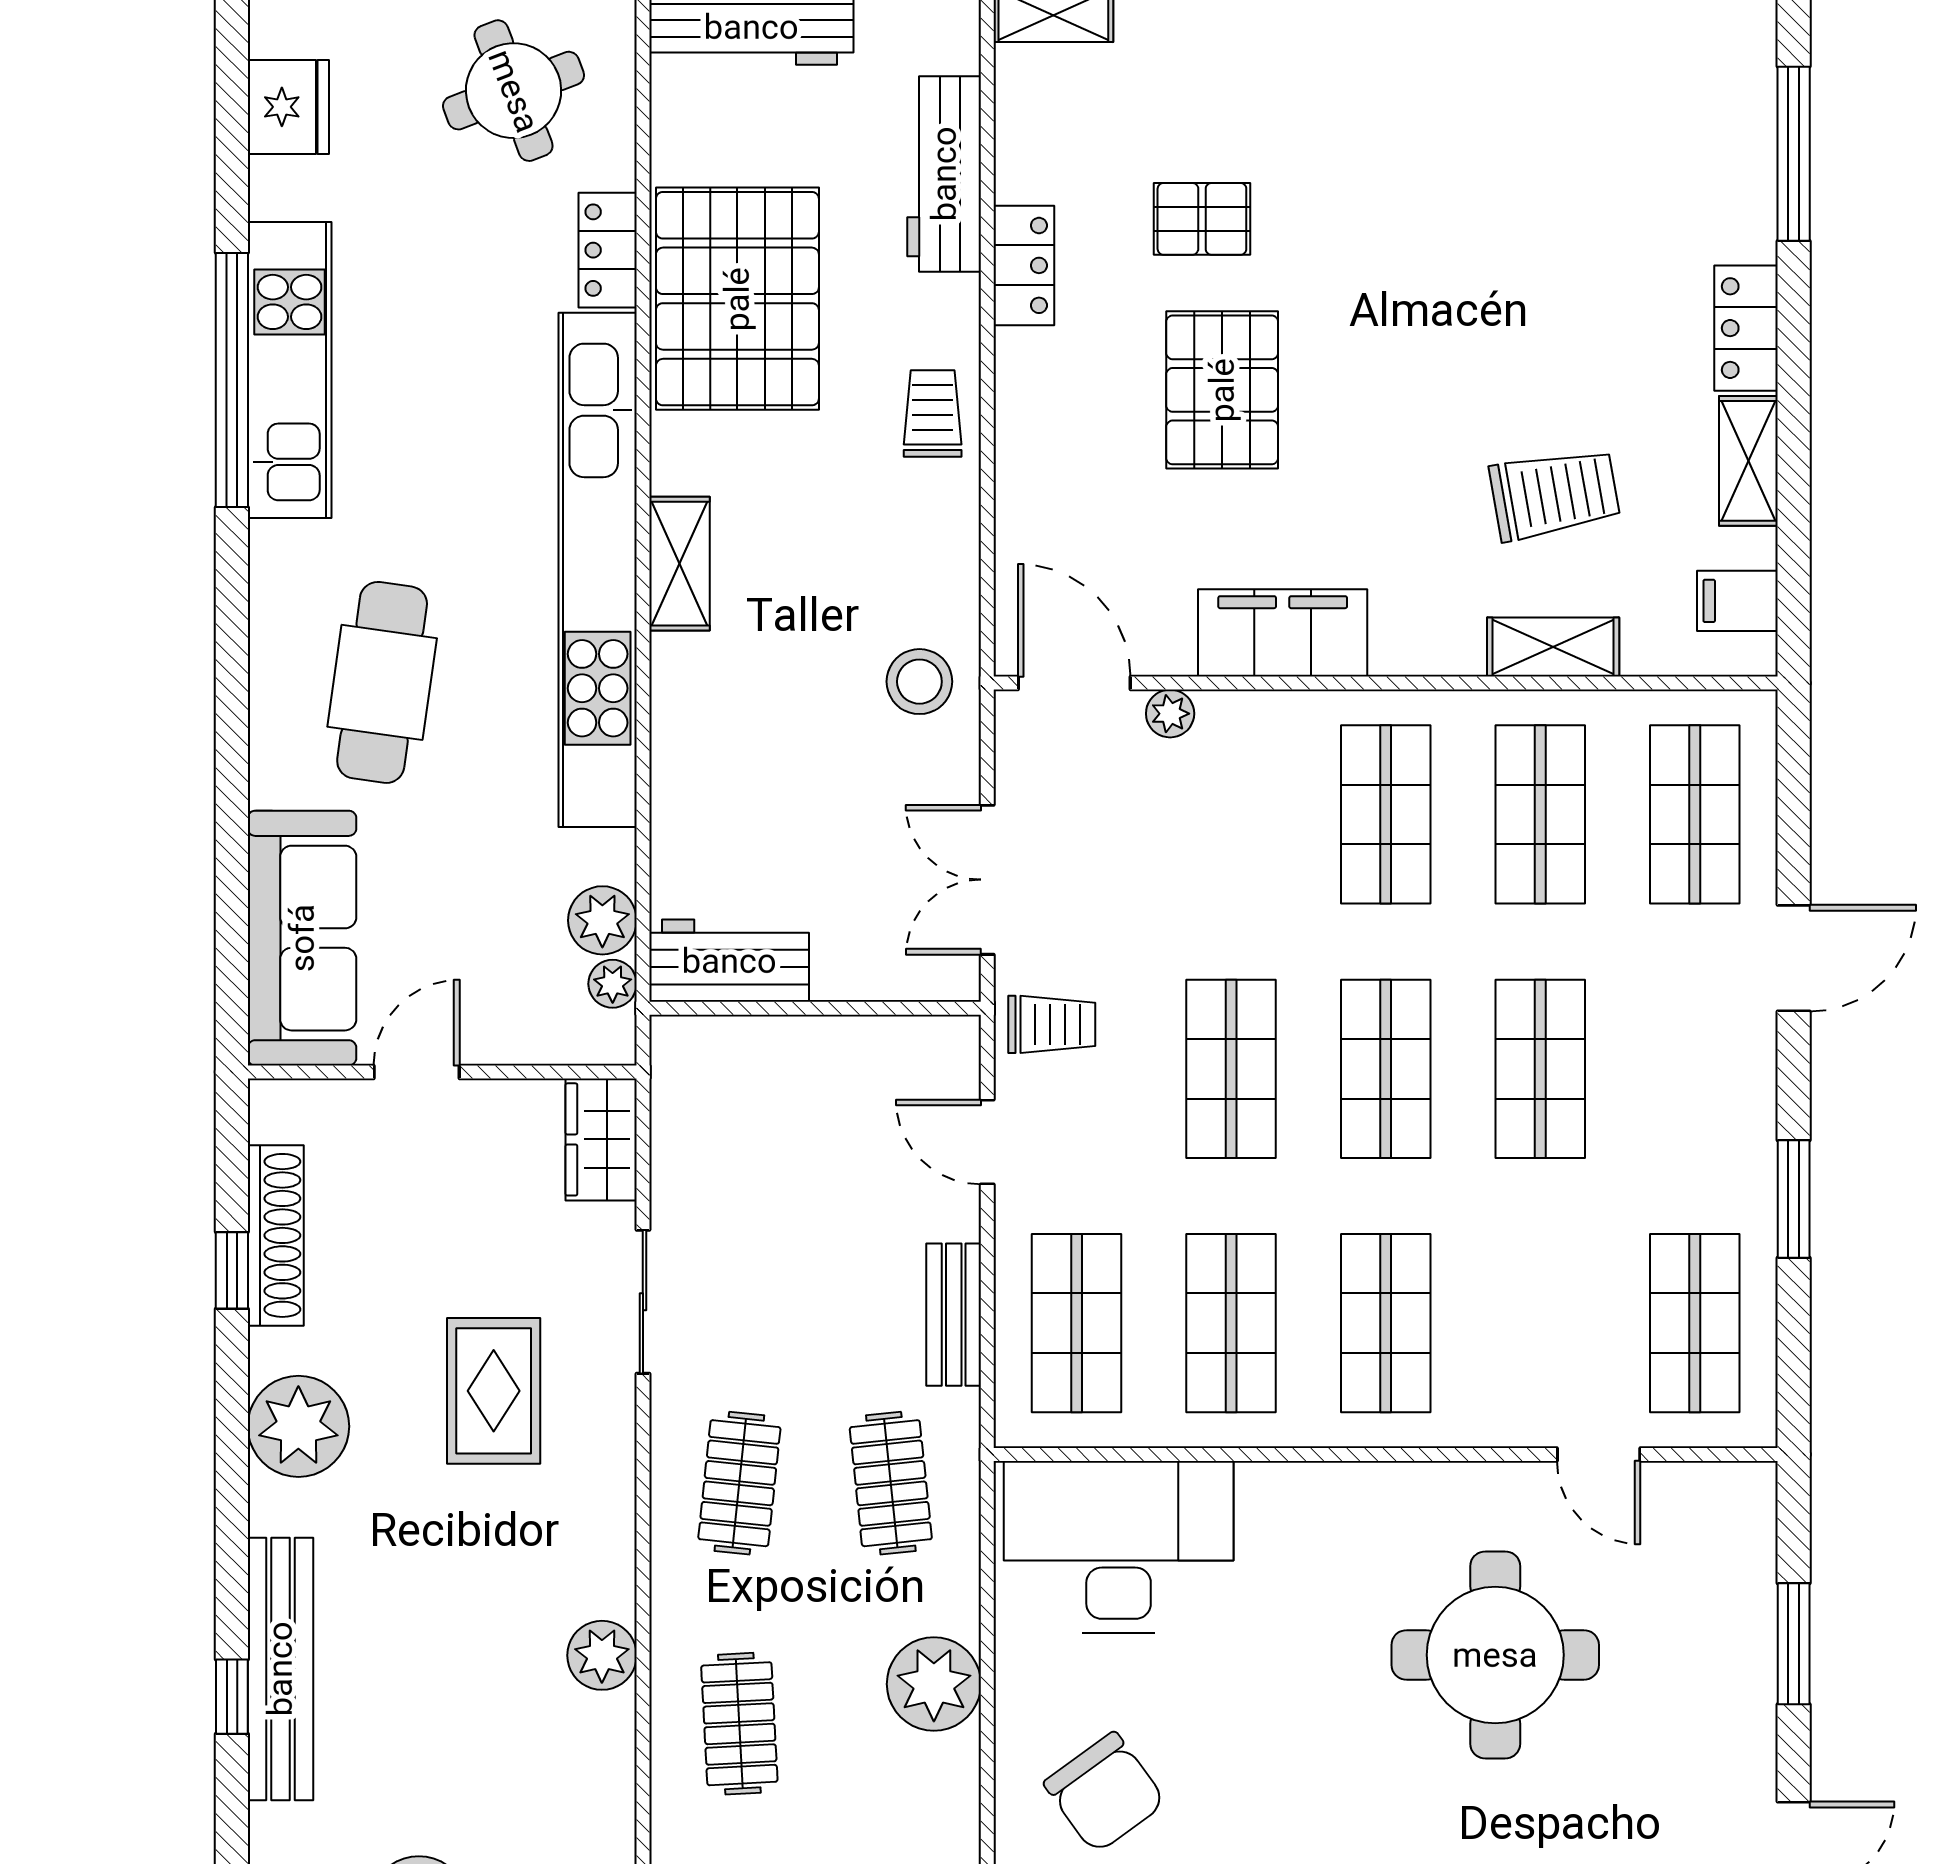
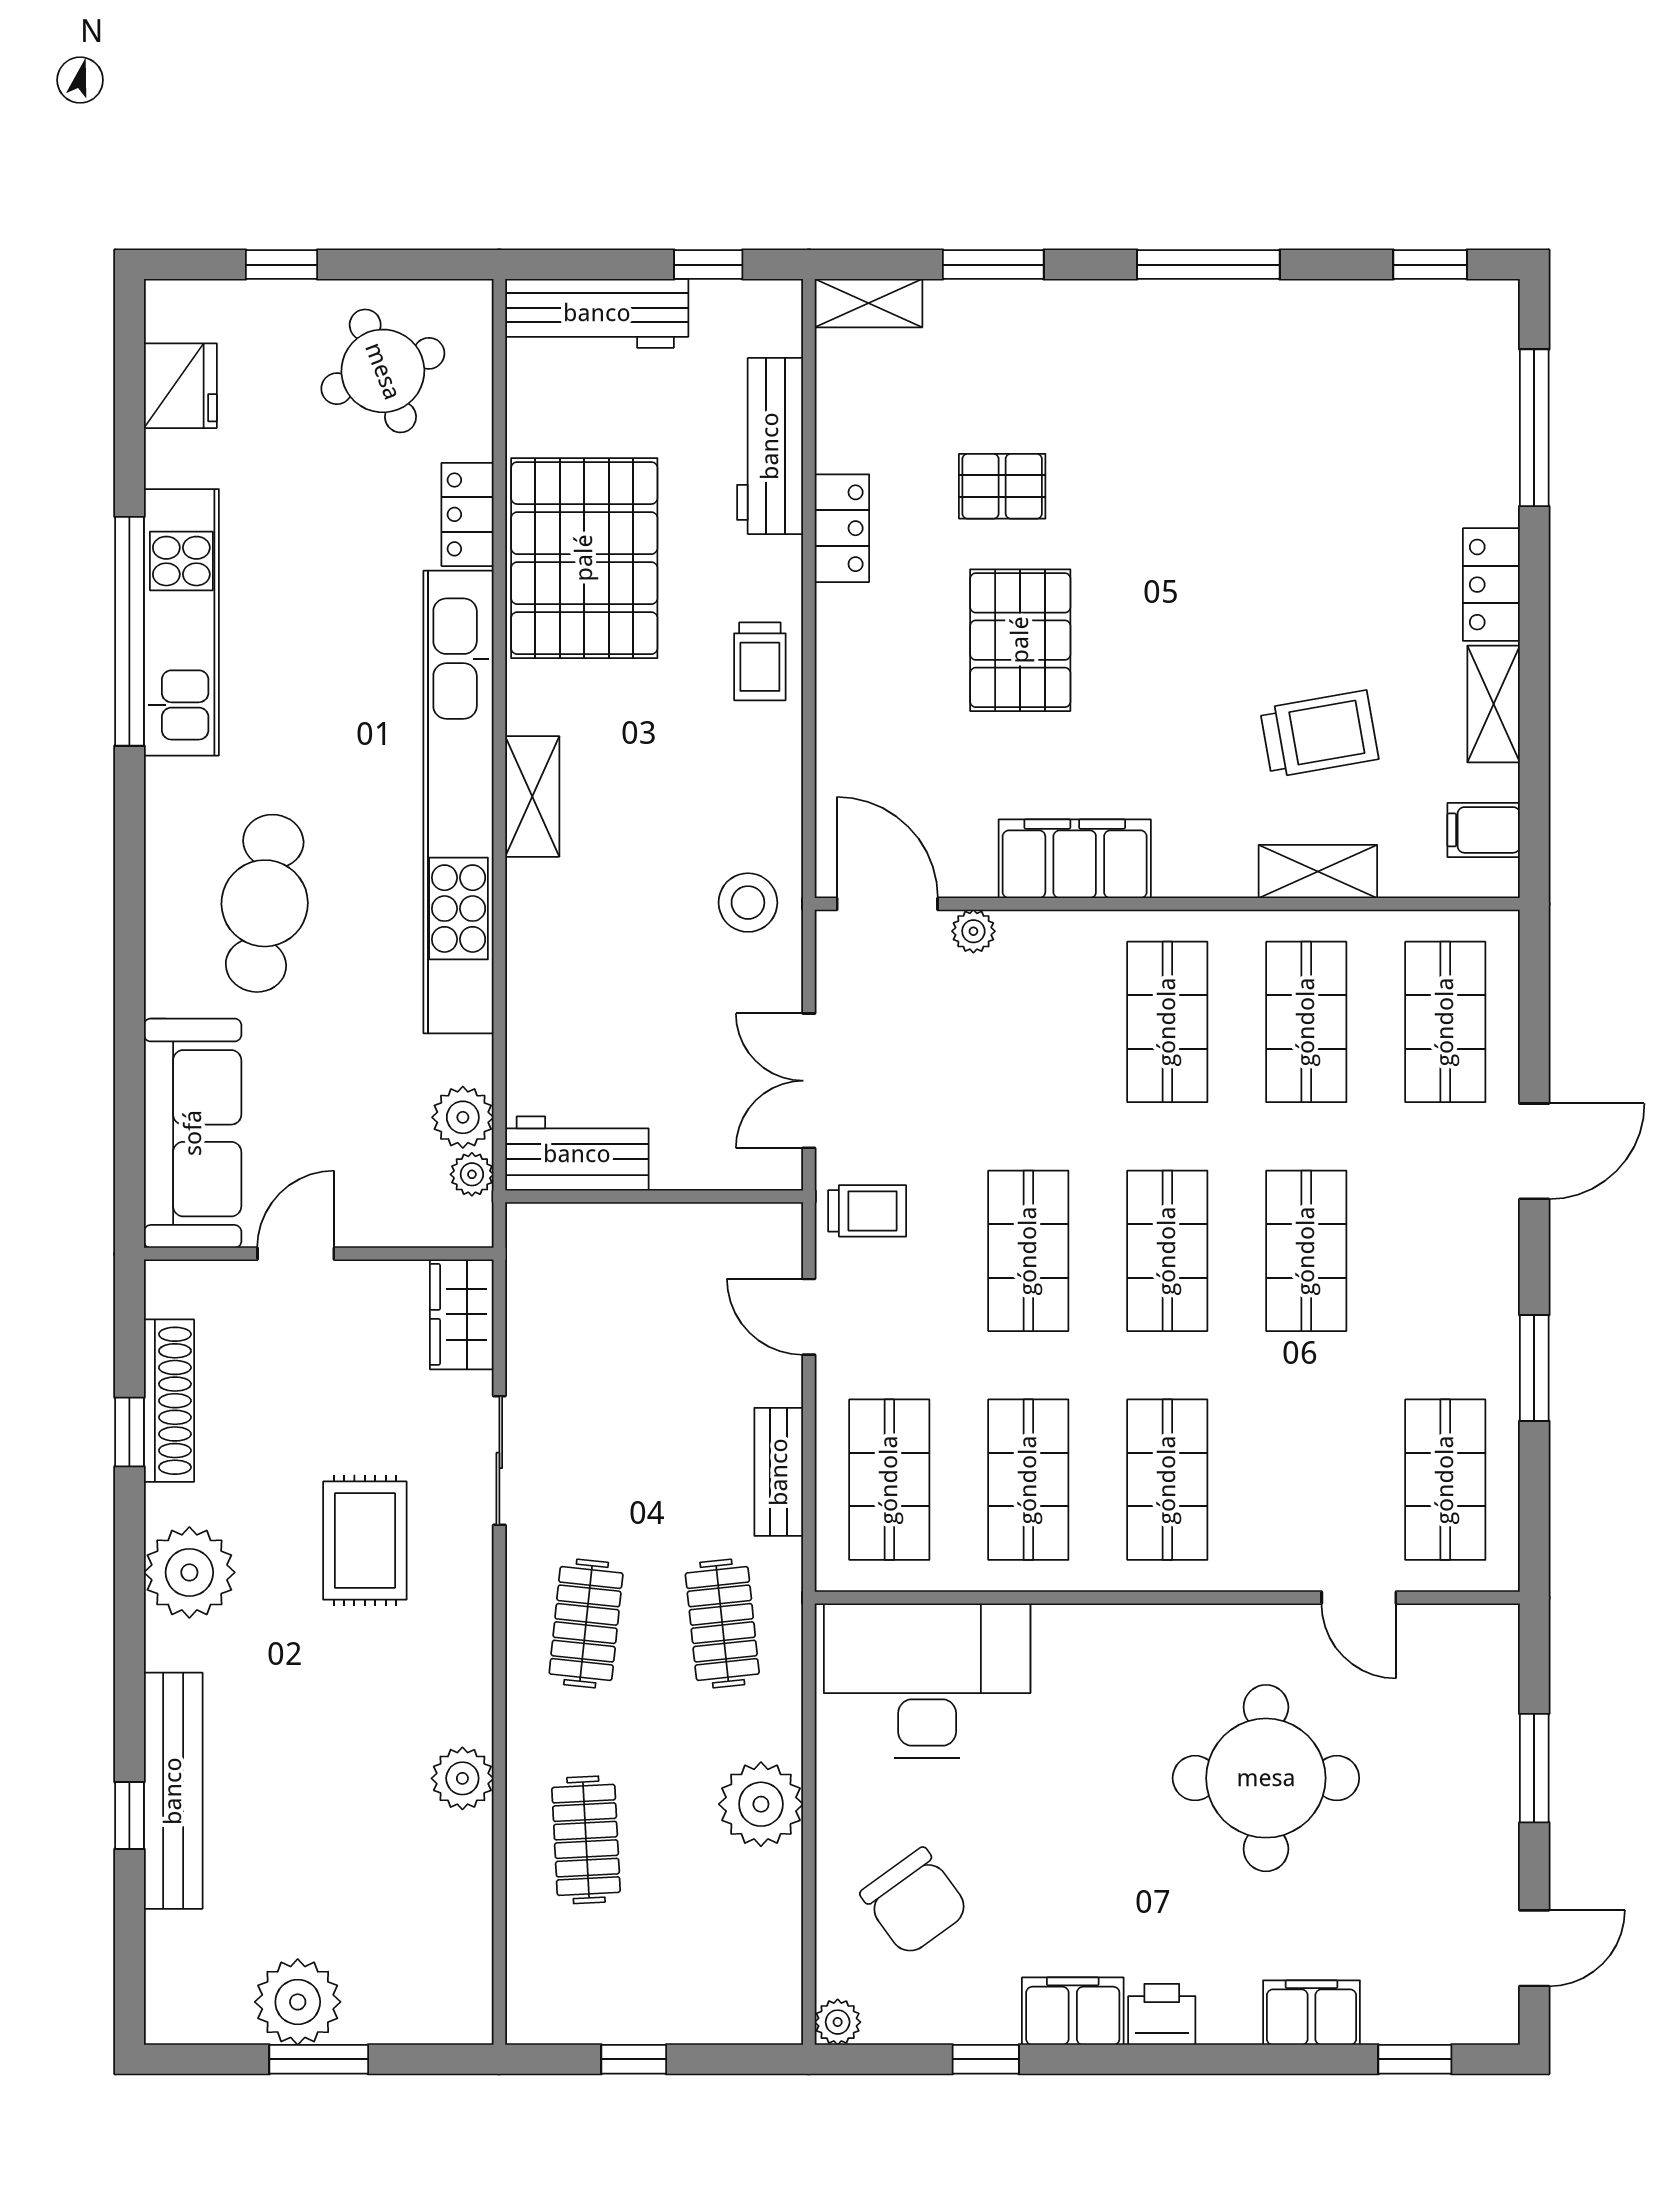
trolley: (933, 413) -> (760, 661), turned 180

